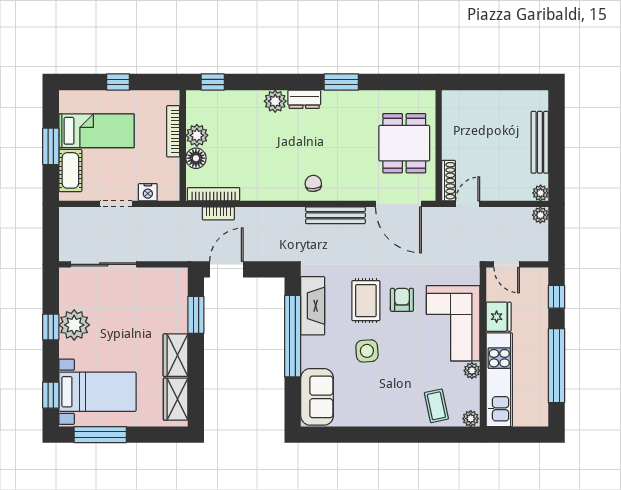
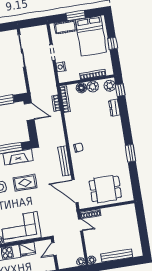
dresser: (304, 99) -> (114, 108), moved
plant: (275, 101) -> (110, 86), moved
bed: (96, 131) -> (91, 36), width x1.50
door: (398, 204) -> (75, 191), hinge flipped
armchair: (402, 300) -> (28, 200), removed

